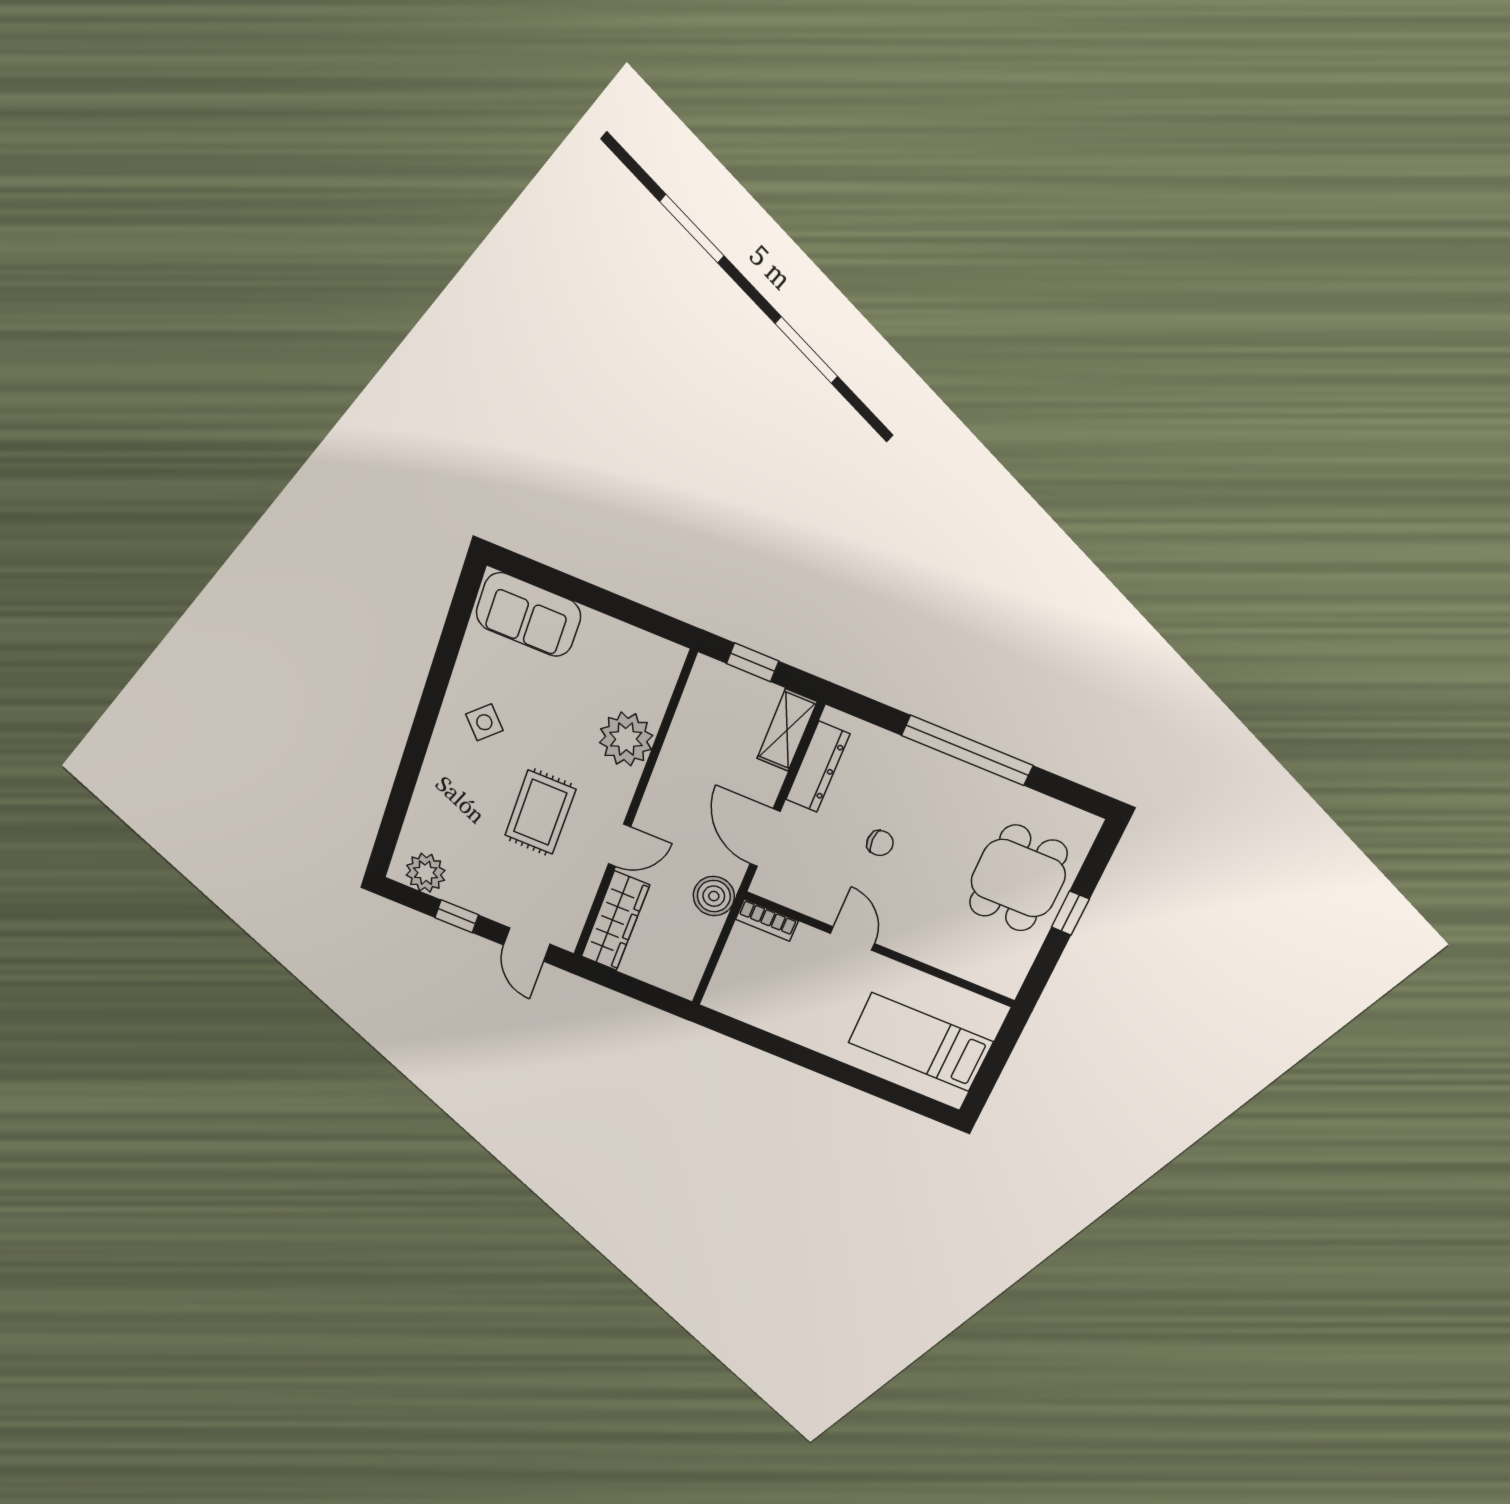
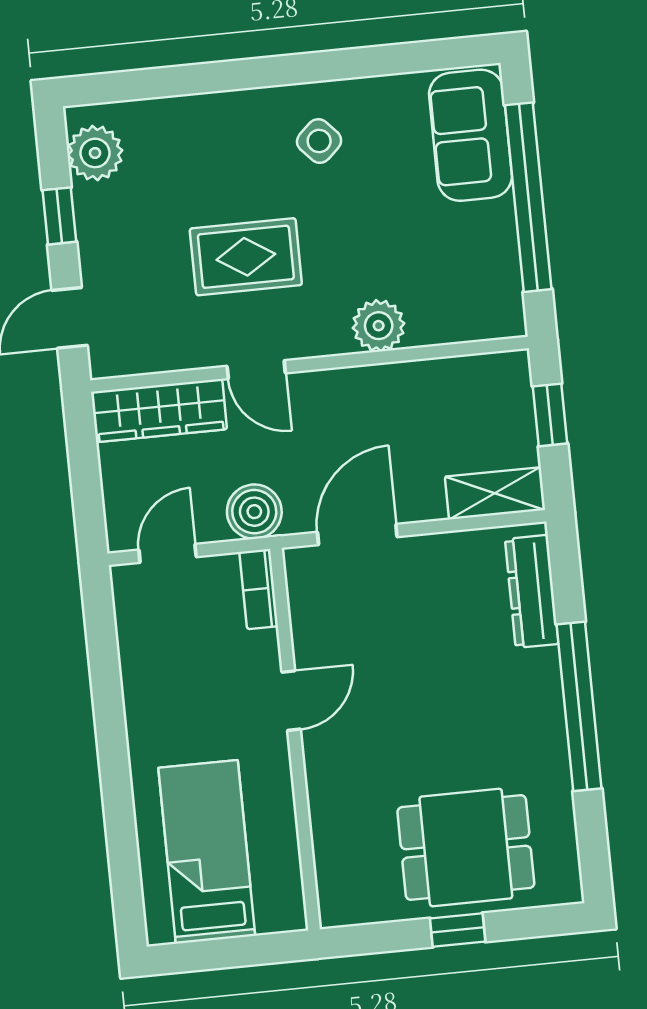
window: (591, 596) -> (528, 197), added
plant: (626, 739) -> (379, 326), width x0.73, depth x0.73
dresser: (818, 767) -> (532, 591), moved, turned 90
chair: (880, 843) -> (422, 669), removed
door: (712, 965) -> (168, 553), added

